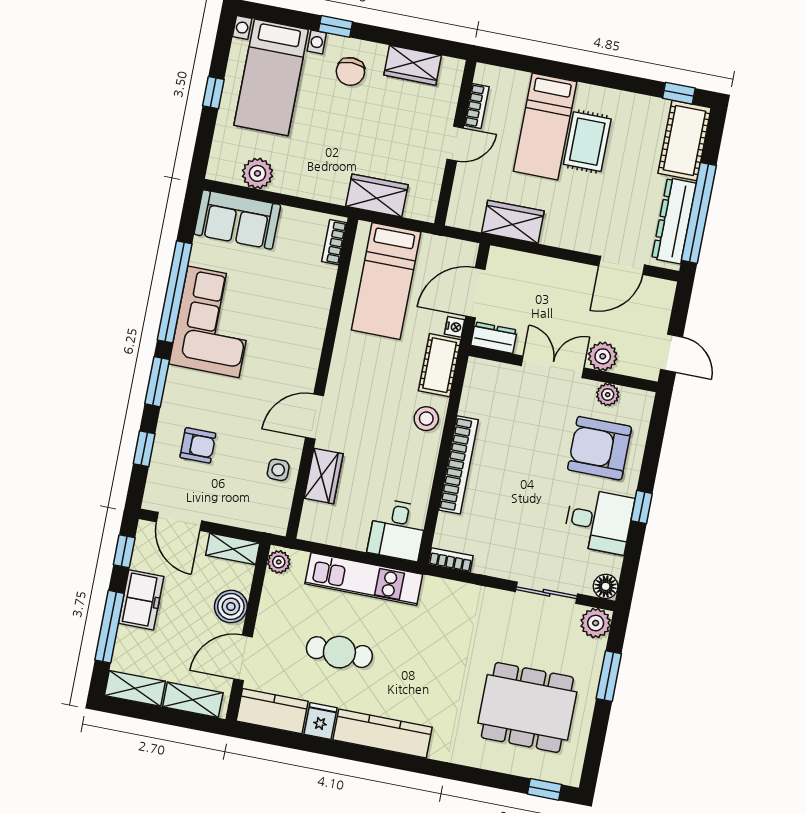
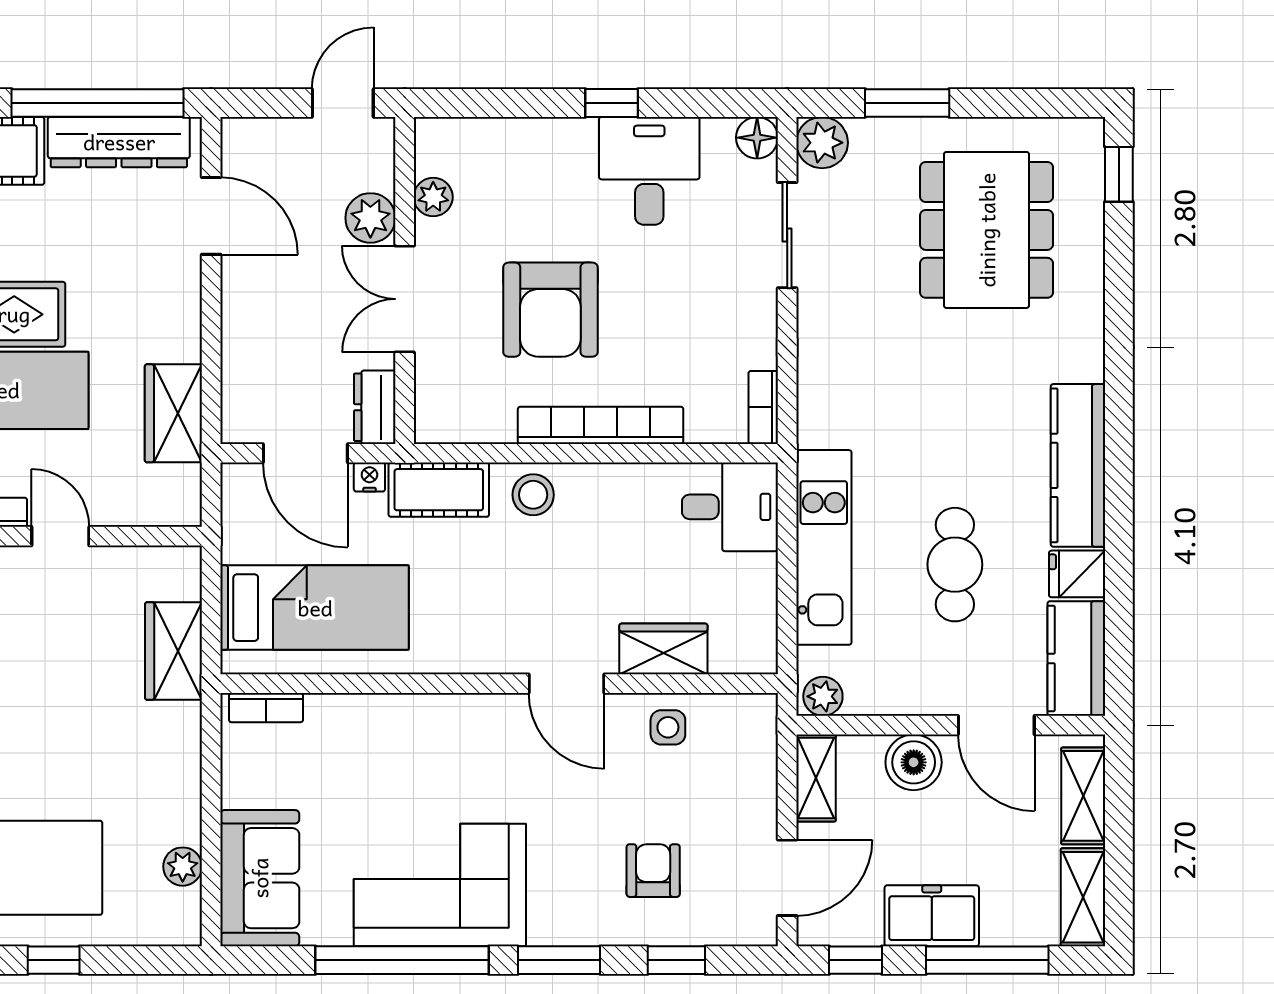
plant: (257, 173) -> (183, 867), width x0.73, depth x0.73
armchair: (599, 448) -> (550, 310), moved

